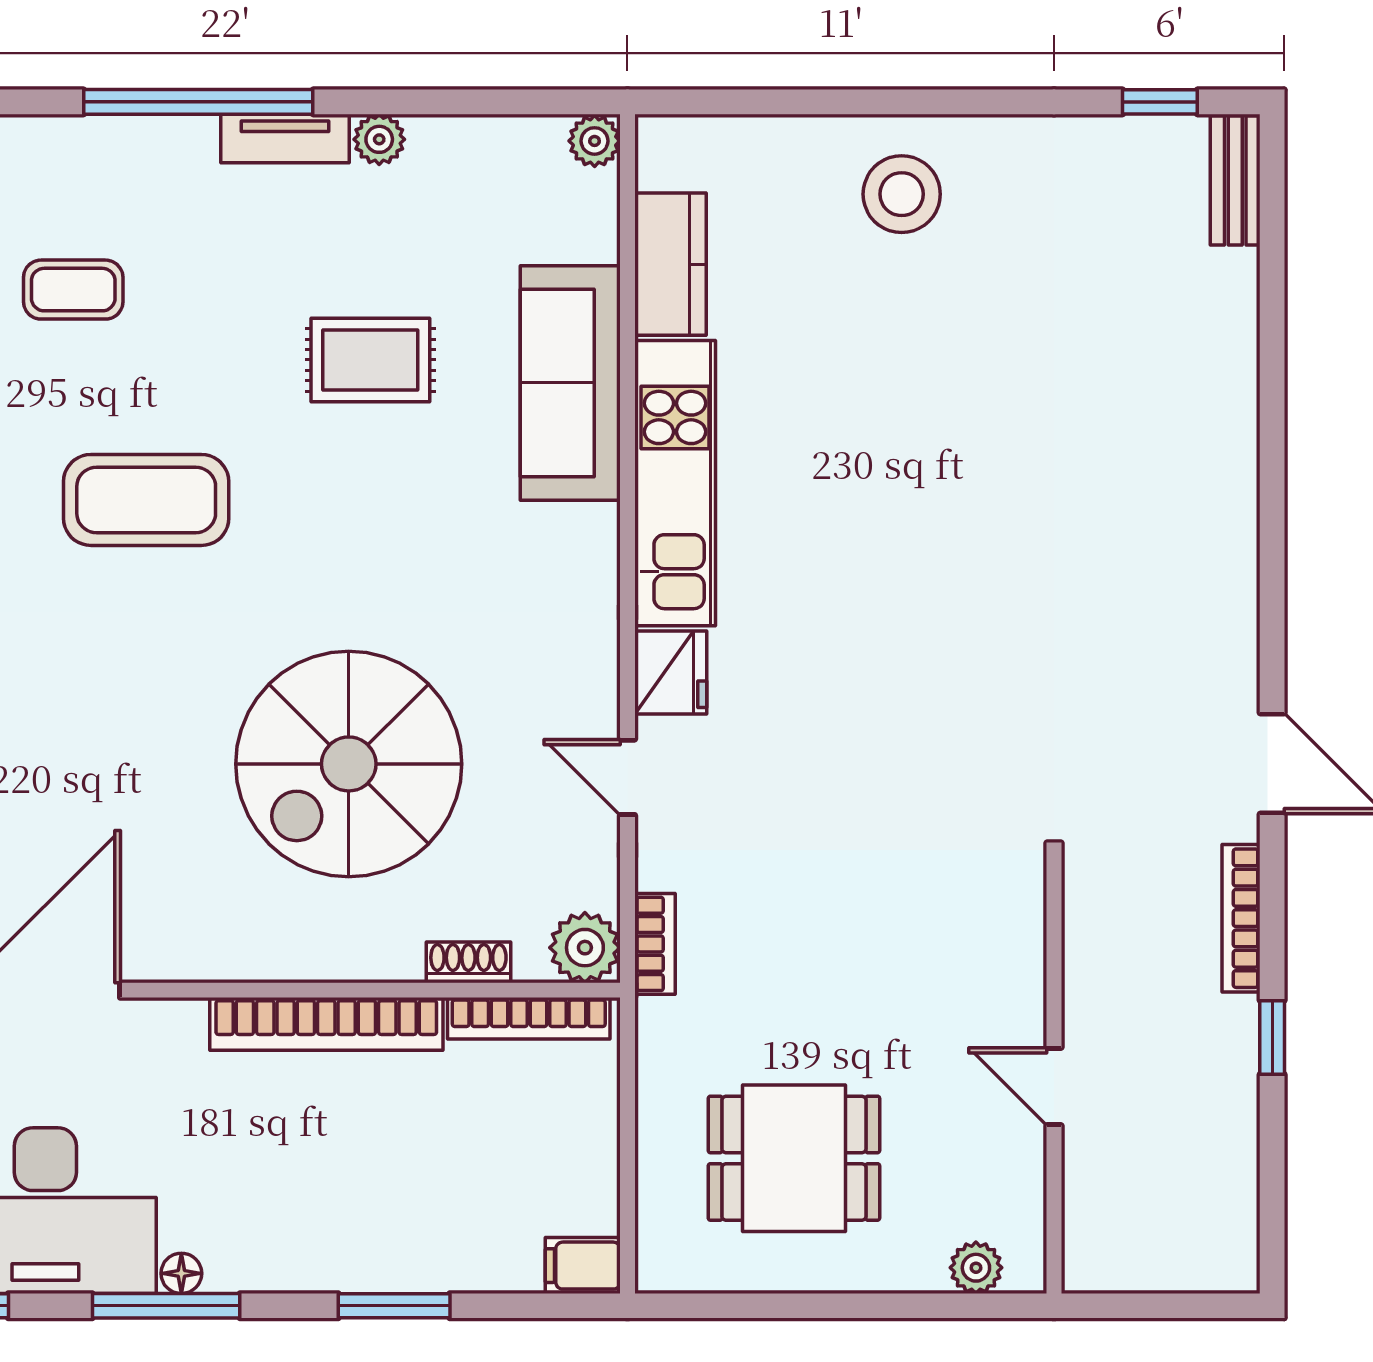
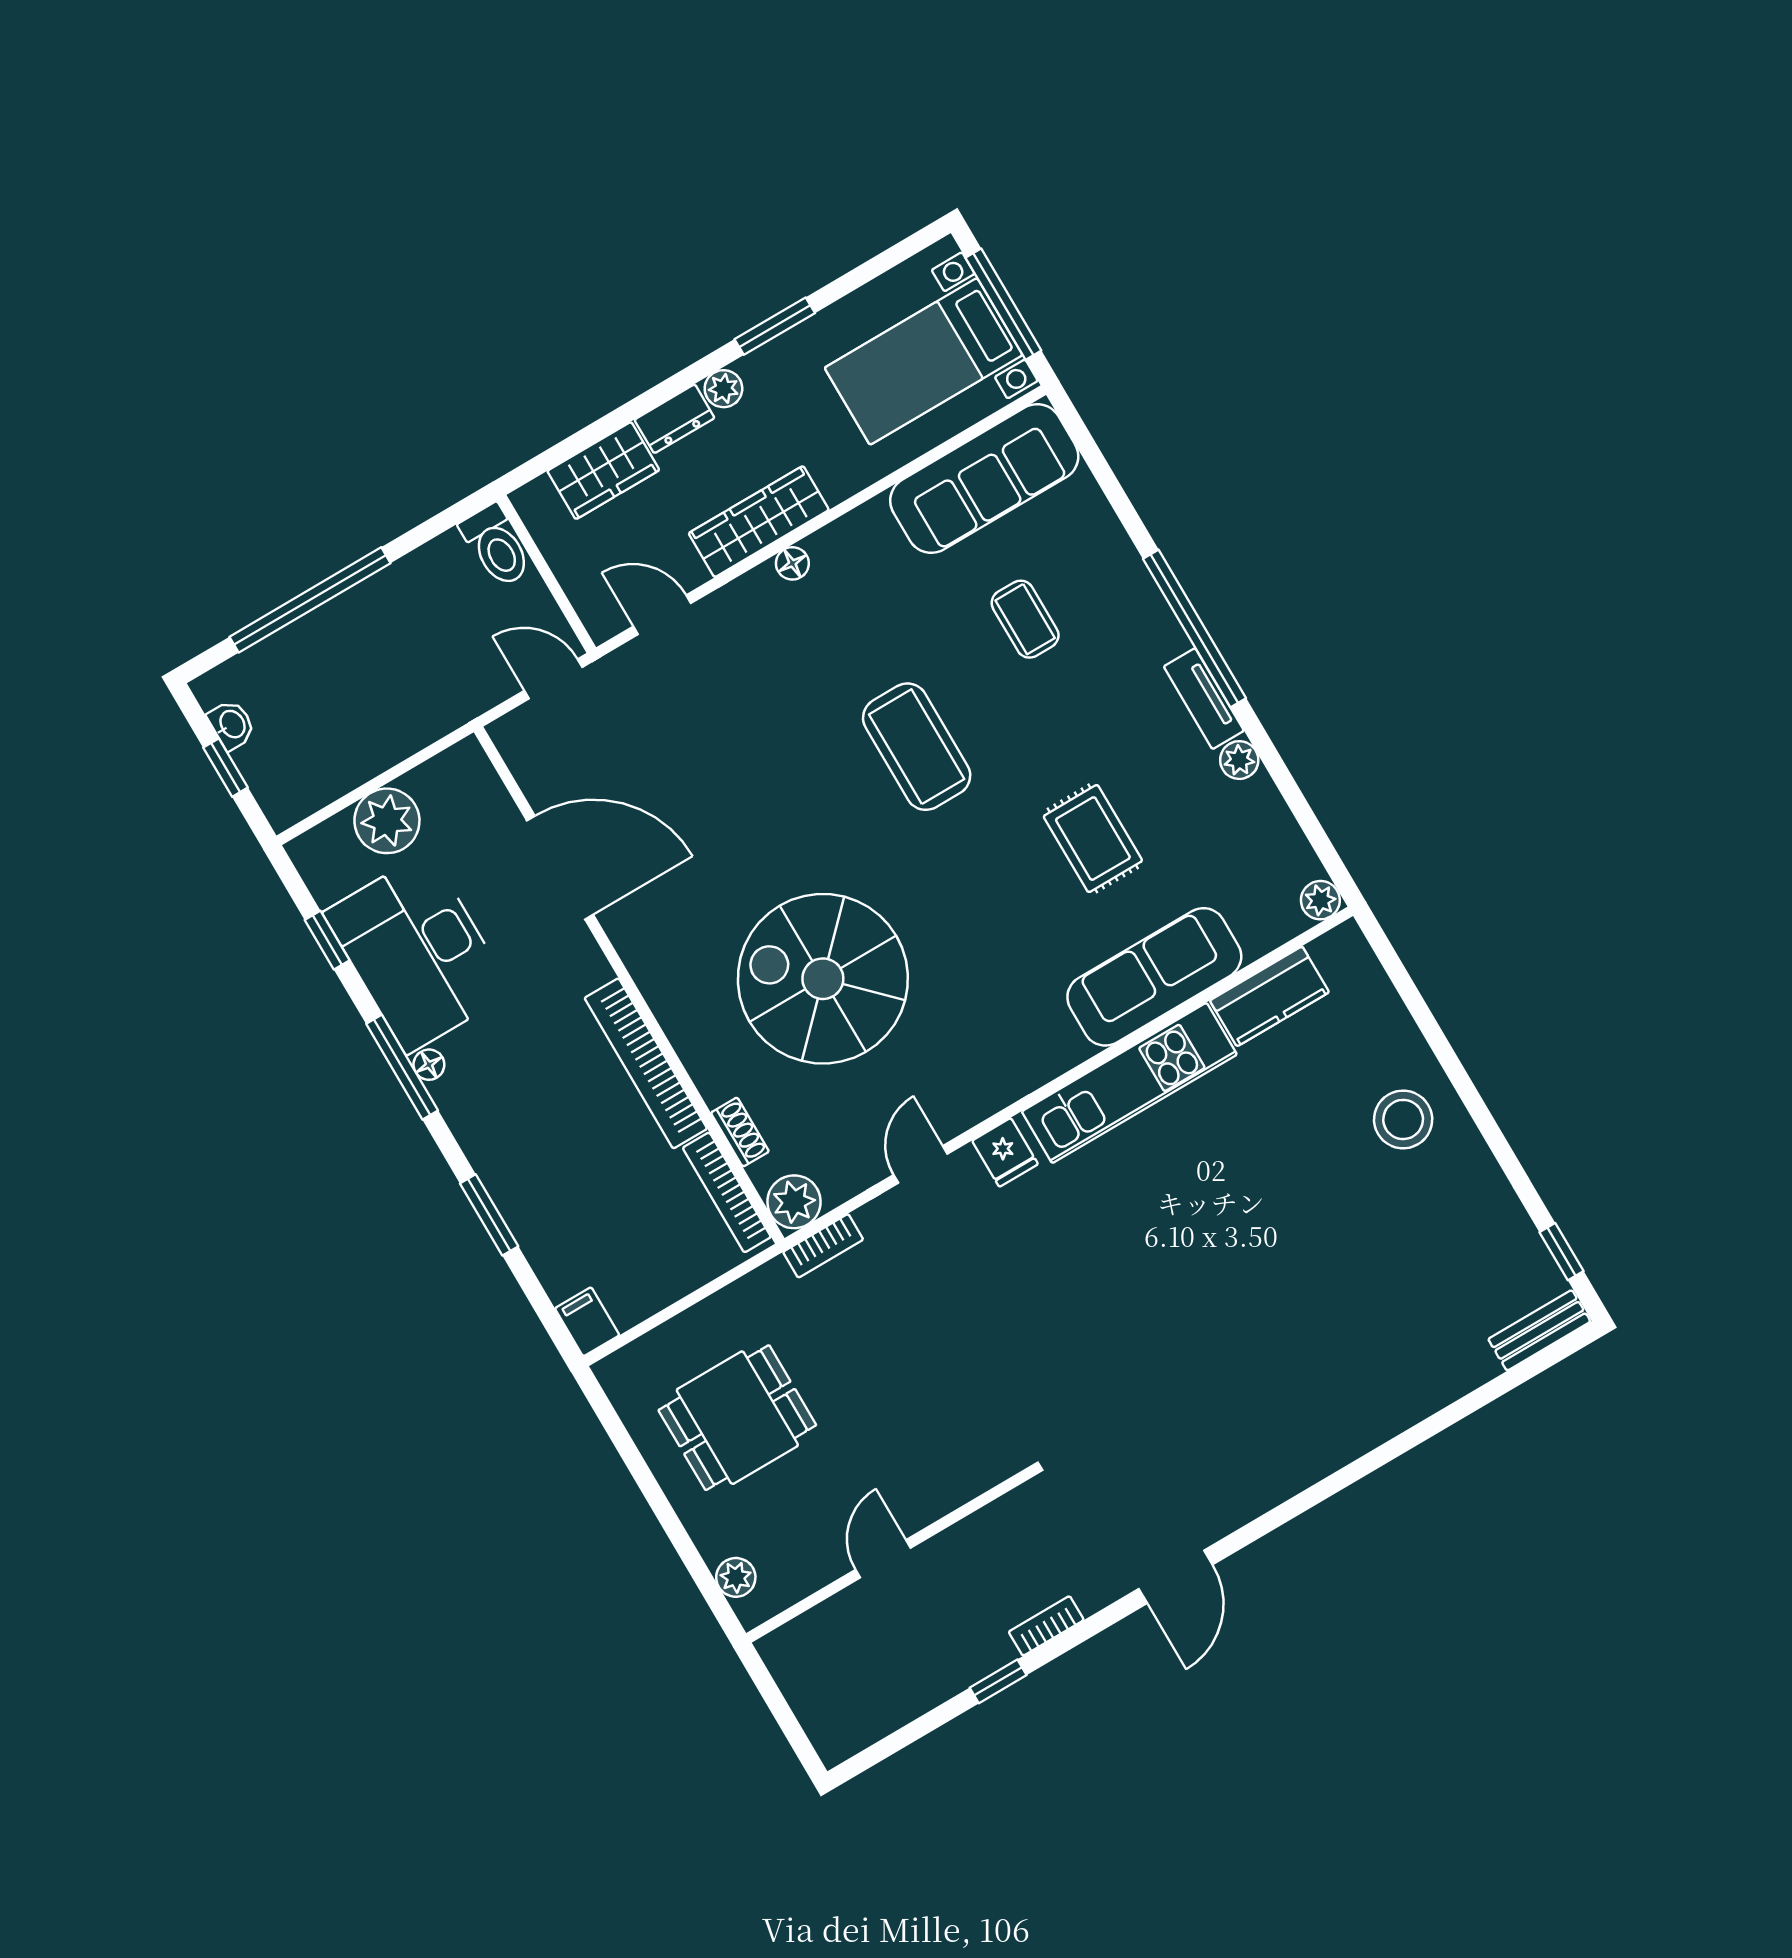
fridge: (671, 673) -> (1005, 1152), width x0.72
bookcase: (1241, 918) -> (1046, 1626), width x0.64
dining table: (794, 1158) -> (737, 1418), turned 90

